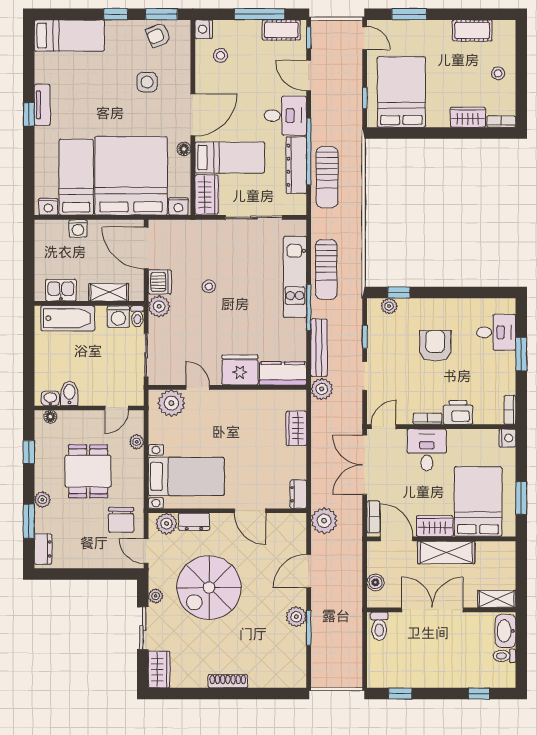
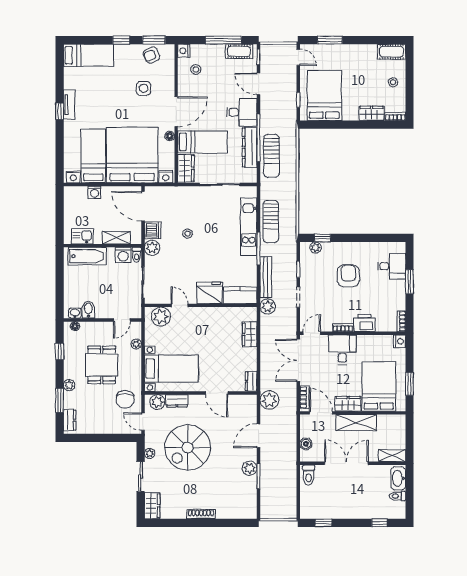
cot: (472, 30) -> (391, 52), moved

